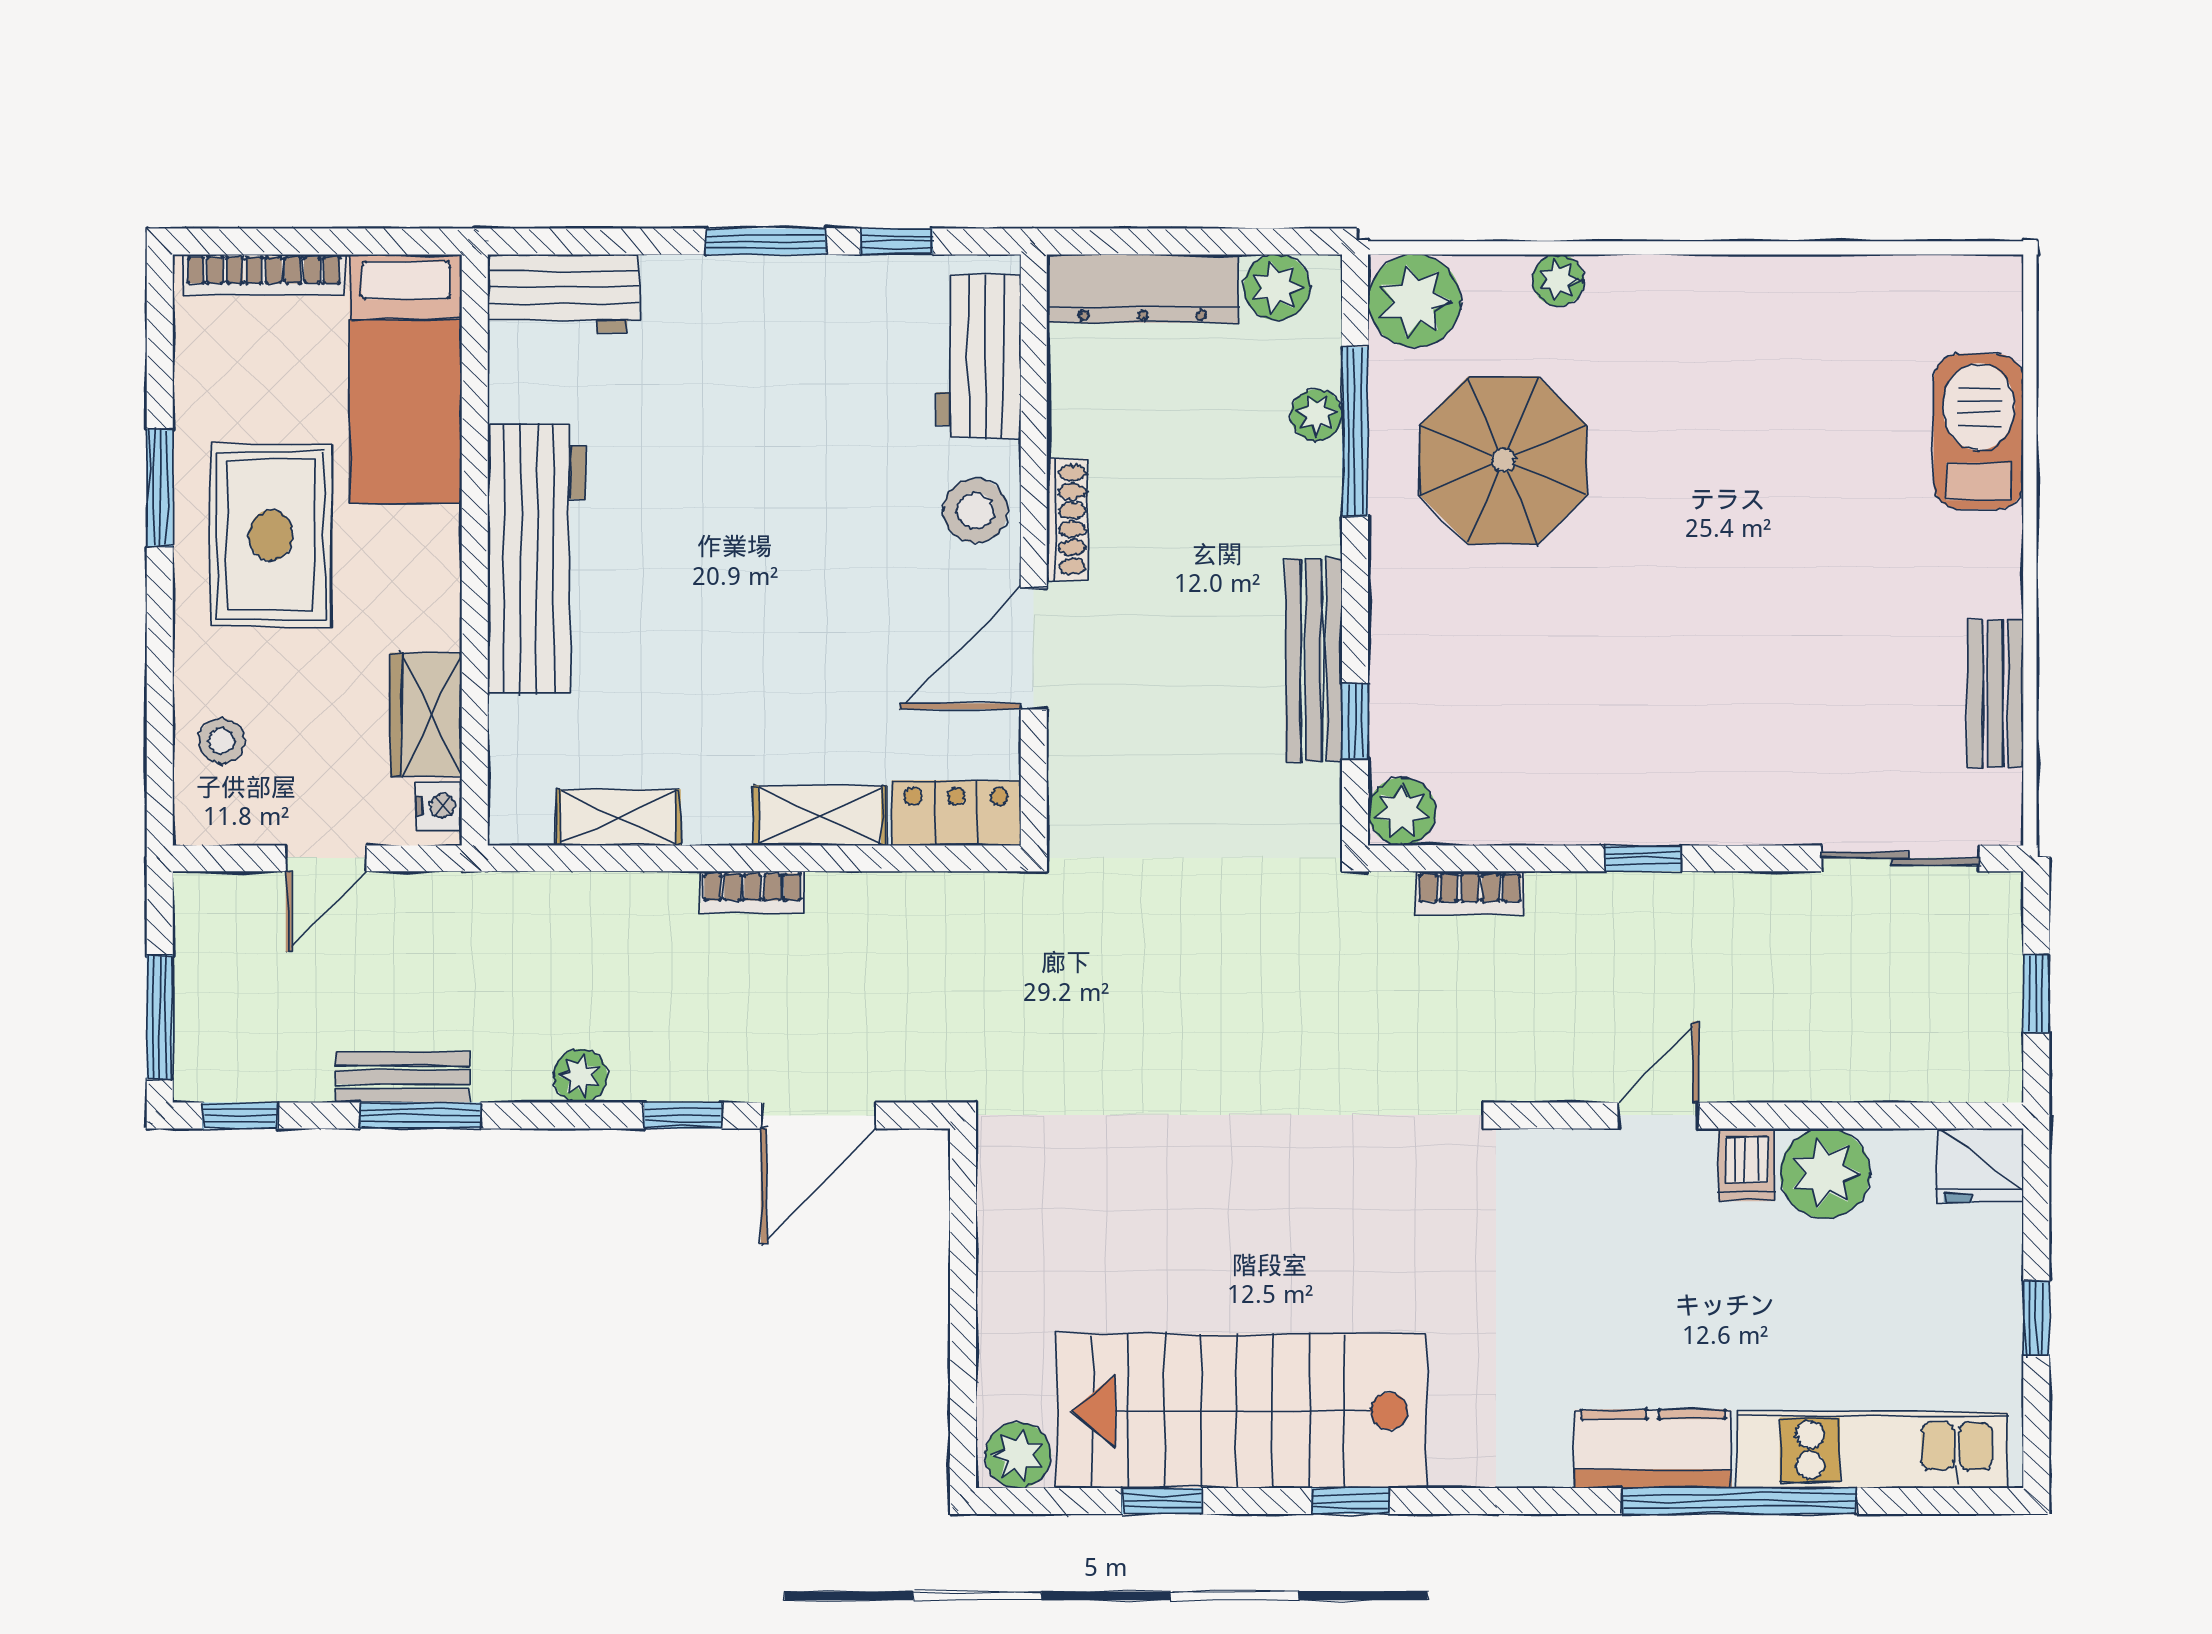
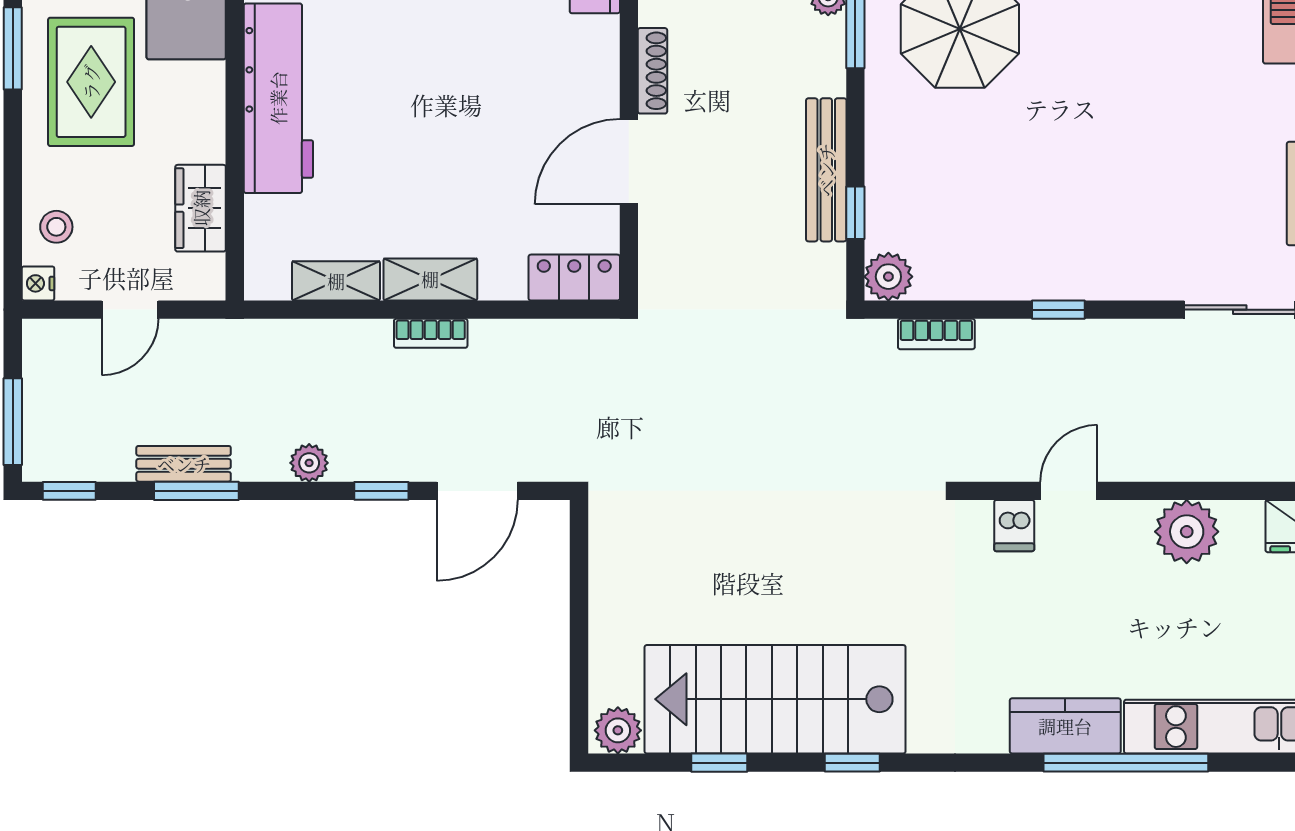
stool: (975, 511) -> (588, 65), removed
nightstand: (439, 806) -> (38, 283), moved, turned 180
shelving: (820, 816) -> (430, 279), moved
dishwasher: (1747, 1165) -> (1014, 526), moved

